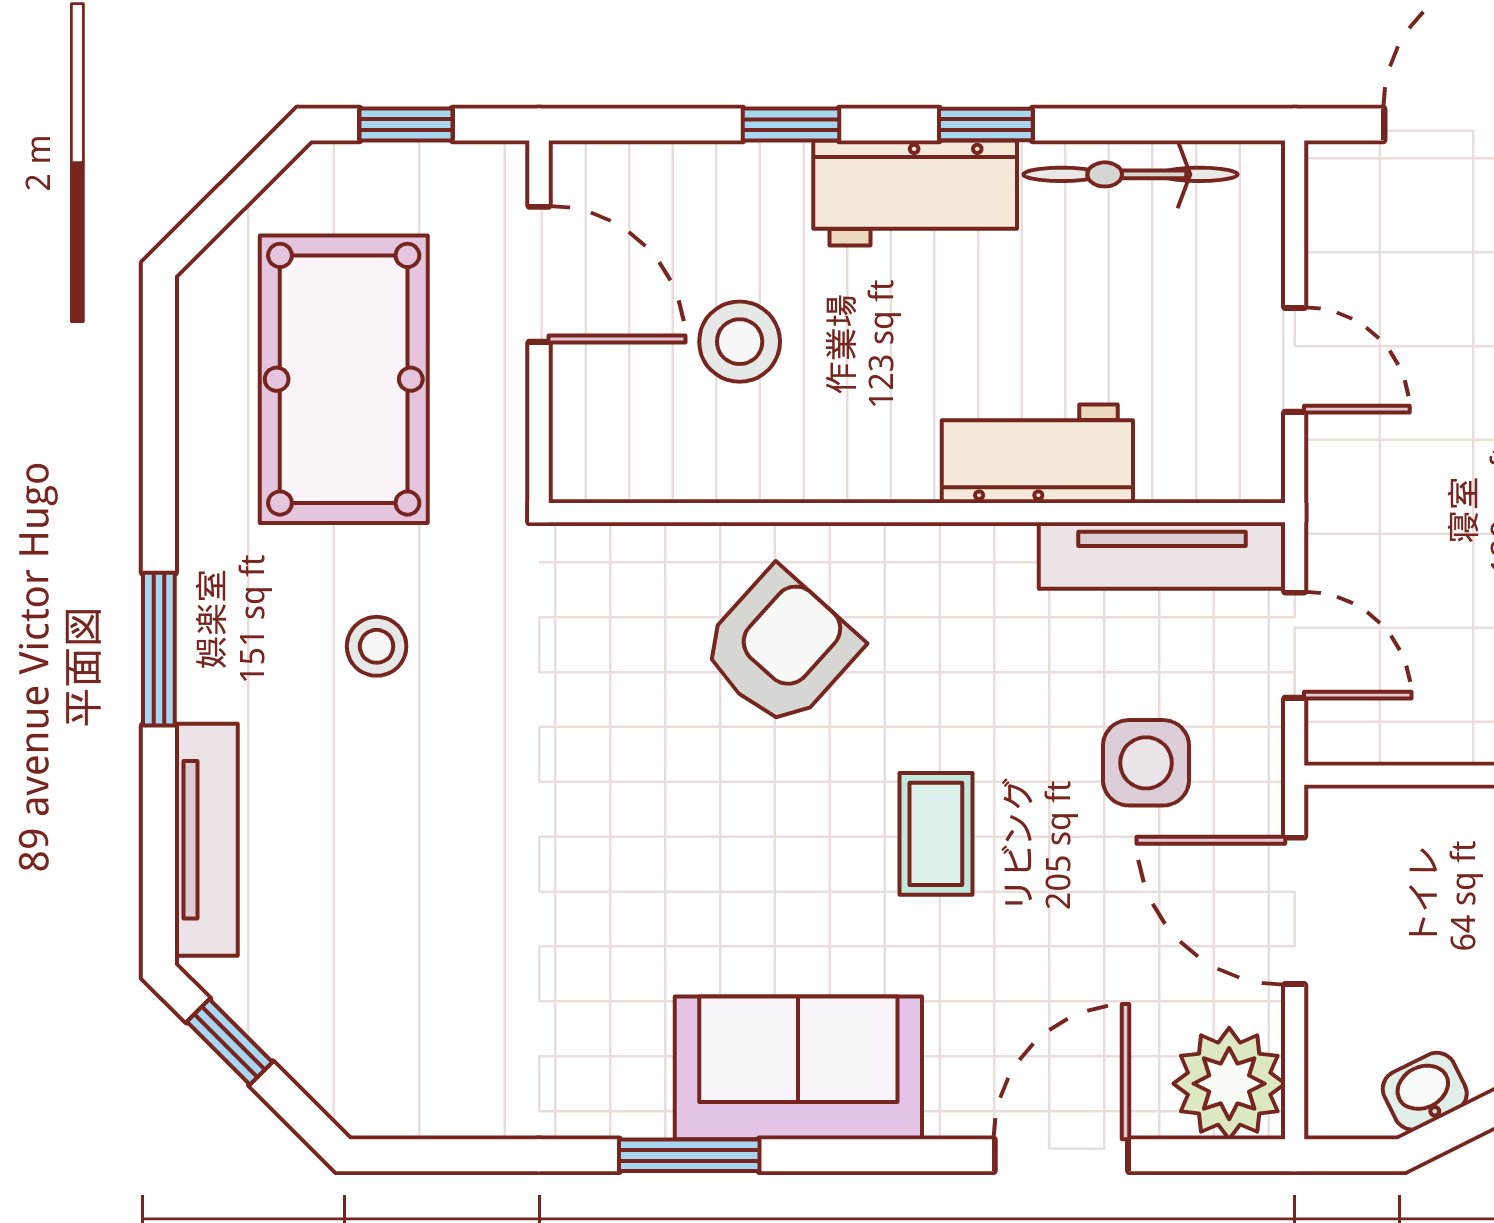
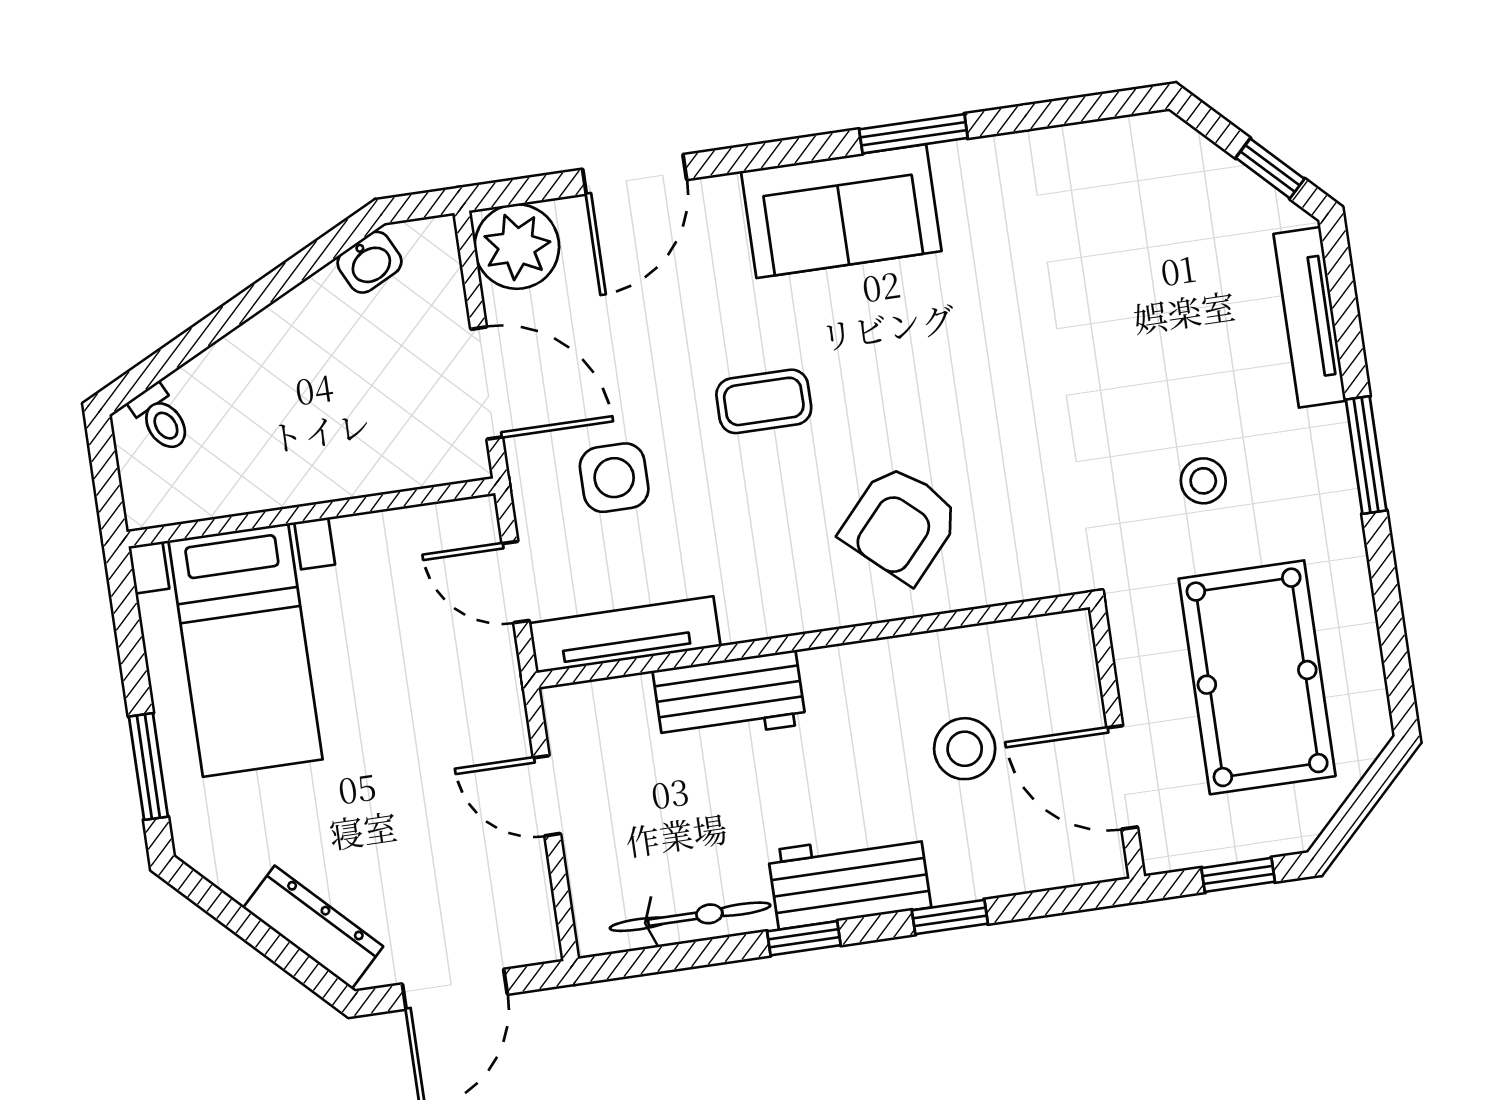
coffee table: (936, 834) -> (764, 401), turned 90

